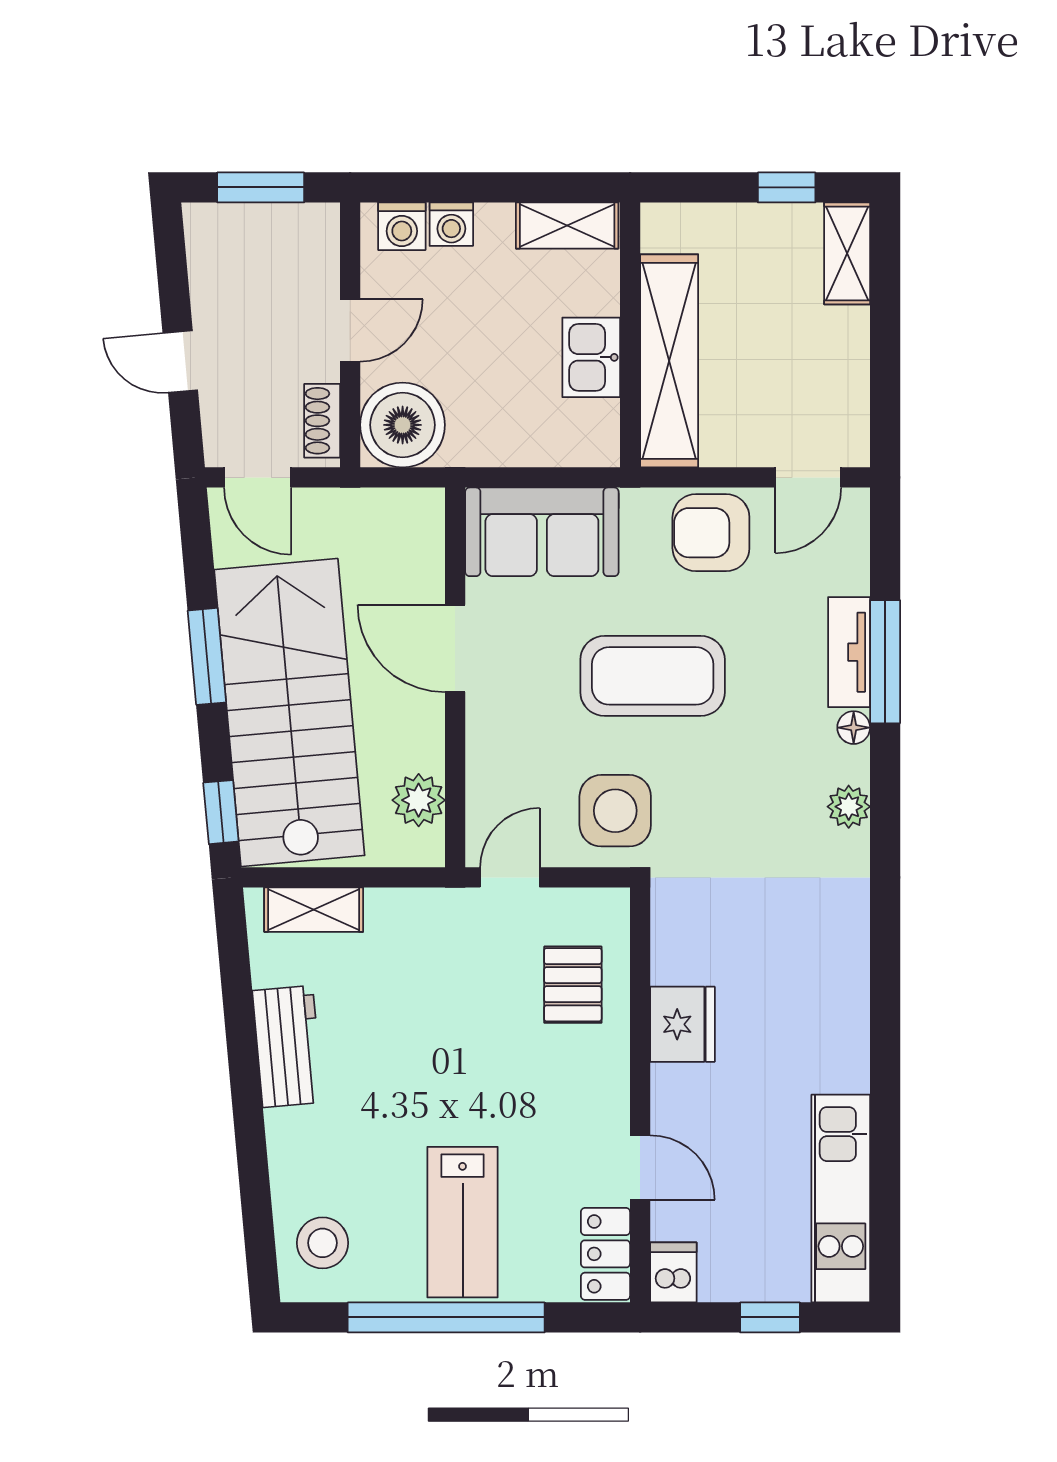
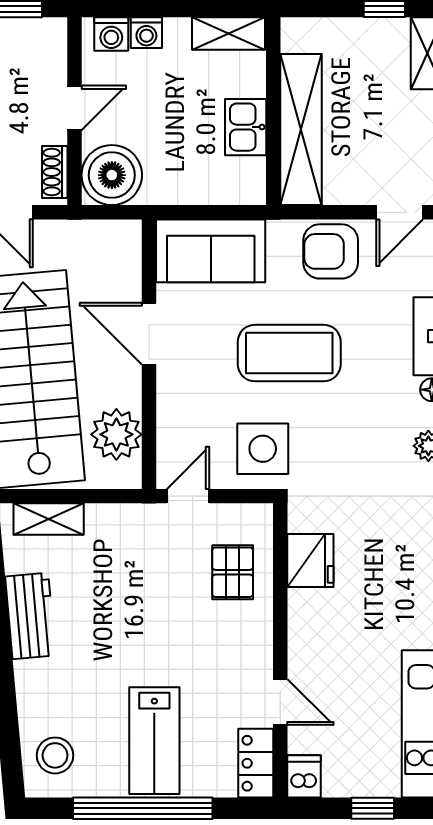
plant: (419, 800) -> (116, 434), width x1.36, depth x1.36
fridge: (682, 1024) -> (310, 560), moved

